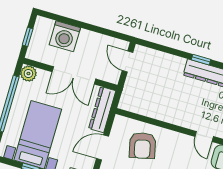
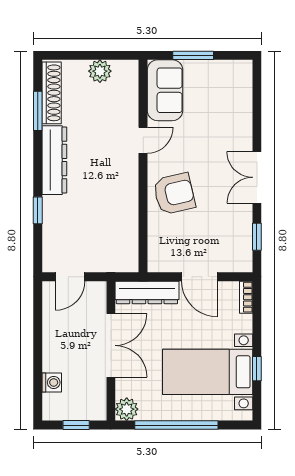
washing machine: (65, 36) -> (52, 382), width x0.53, depth x0.53
window: (201, 60) -> (38, 210), moved
armchair: (142, 146) -> (174, 194), moved

